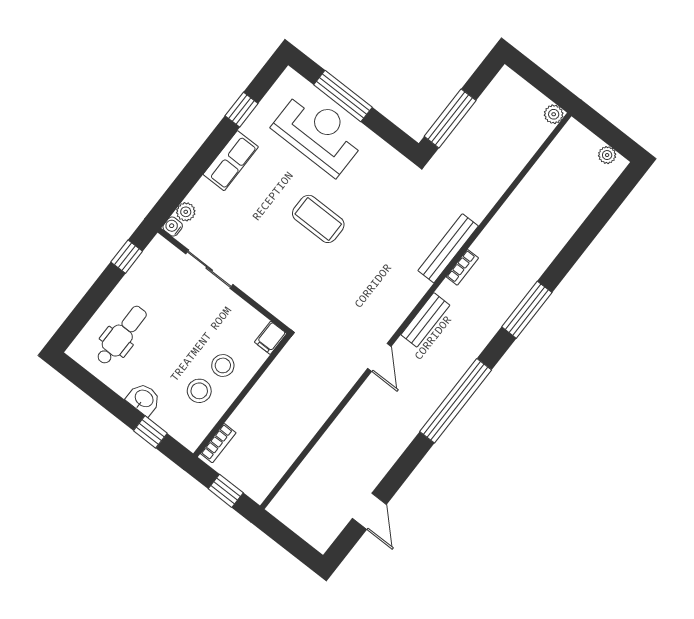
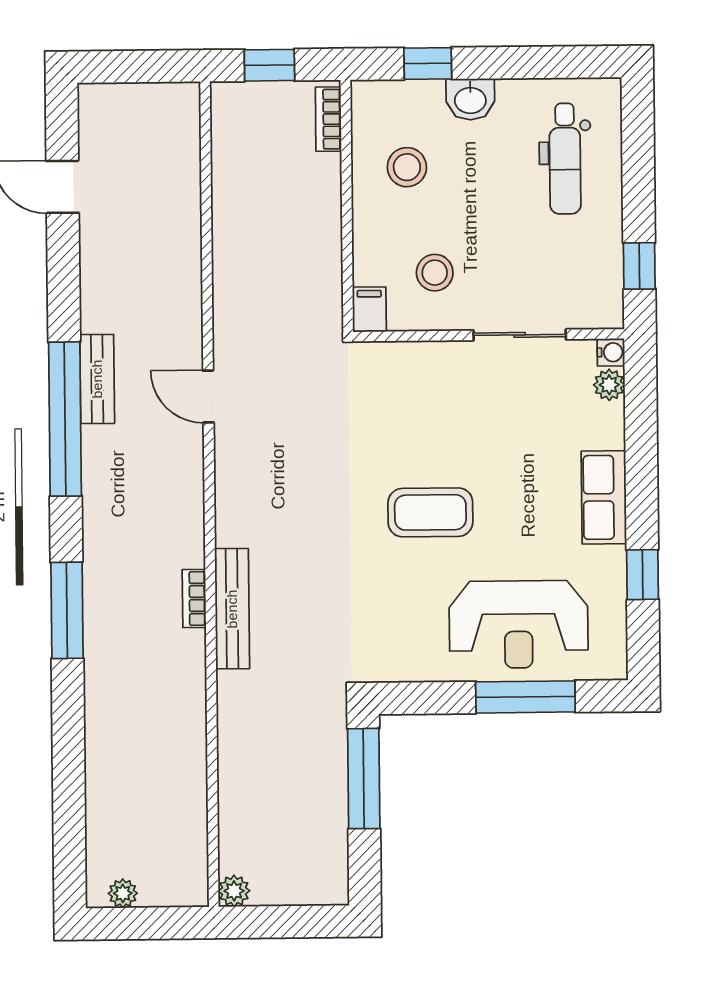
bench: (425, 320) -> (97, 379), moved
stool: (223, 365) -> (435, 273), moved

